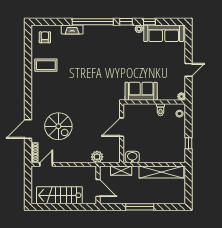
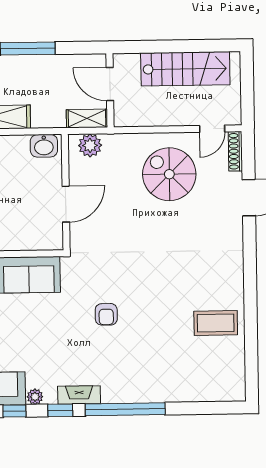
fireplace: (72, 29) -> (79, 395), moved
armchair: (45, 37) -> (106, 314), moved
spiral stairs: (58, 126) -> (169, 174), moved
plant: (97, 157) -> (90, 145), moved
shelving: (121, 171) -> (87, 118), moved

